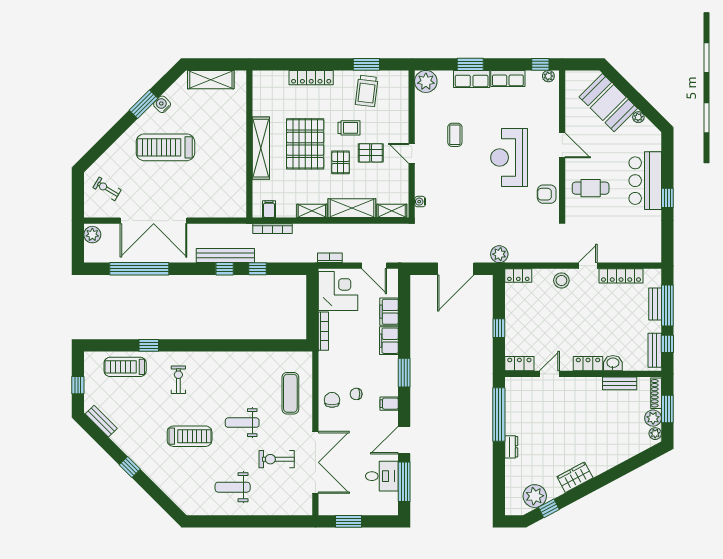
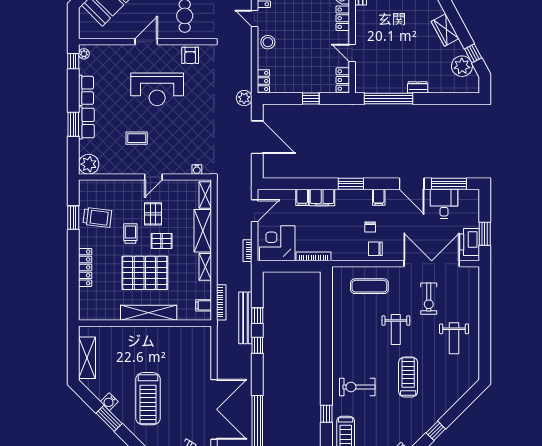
bench: (225, 256) -> (245, 318), moved
filing cabinet: (389, 312) -> (302, 197), width x0.50
exercise bike: (178, 380) -> (357, 387), width x1.38, depth x1.39
printer: (340, 504) -> (470, 242), added

